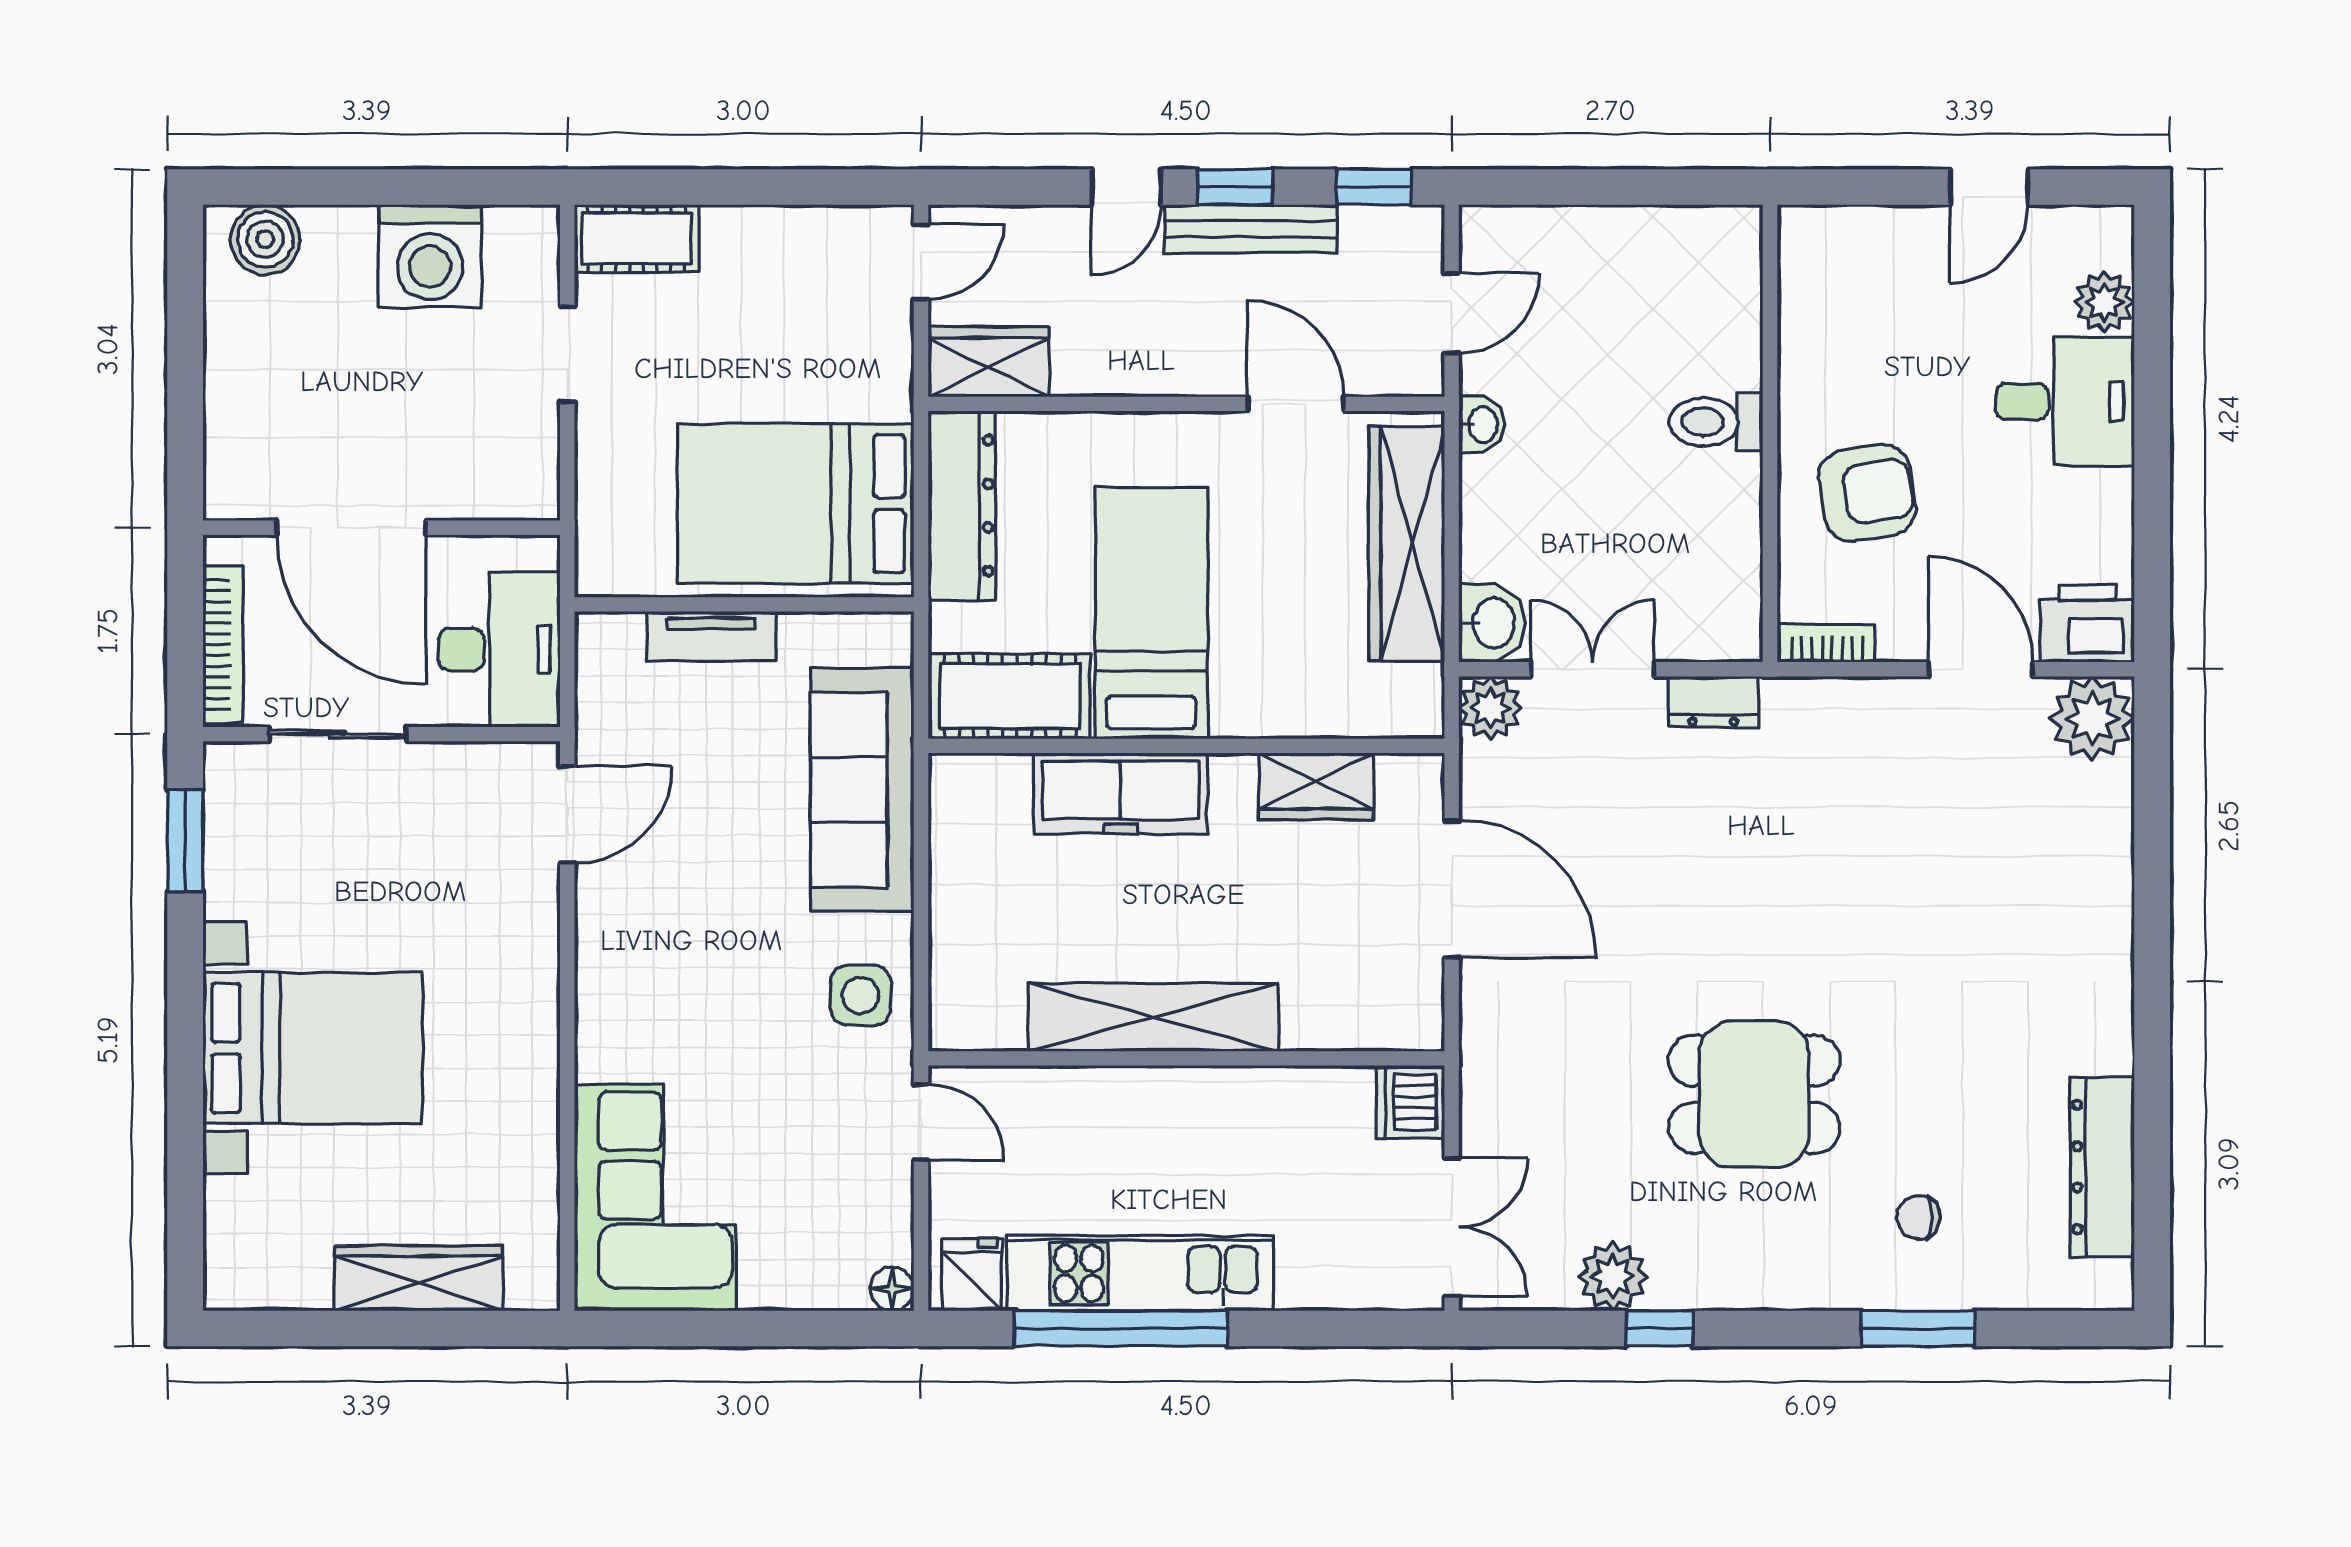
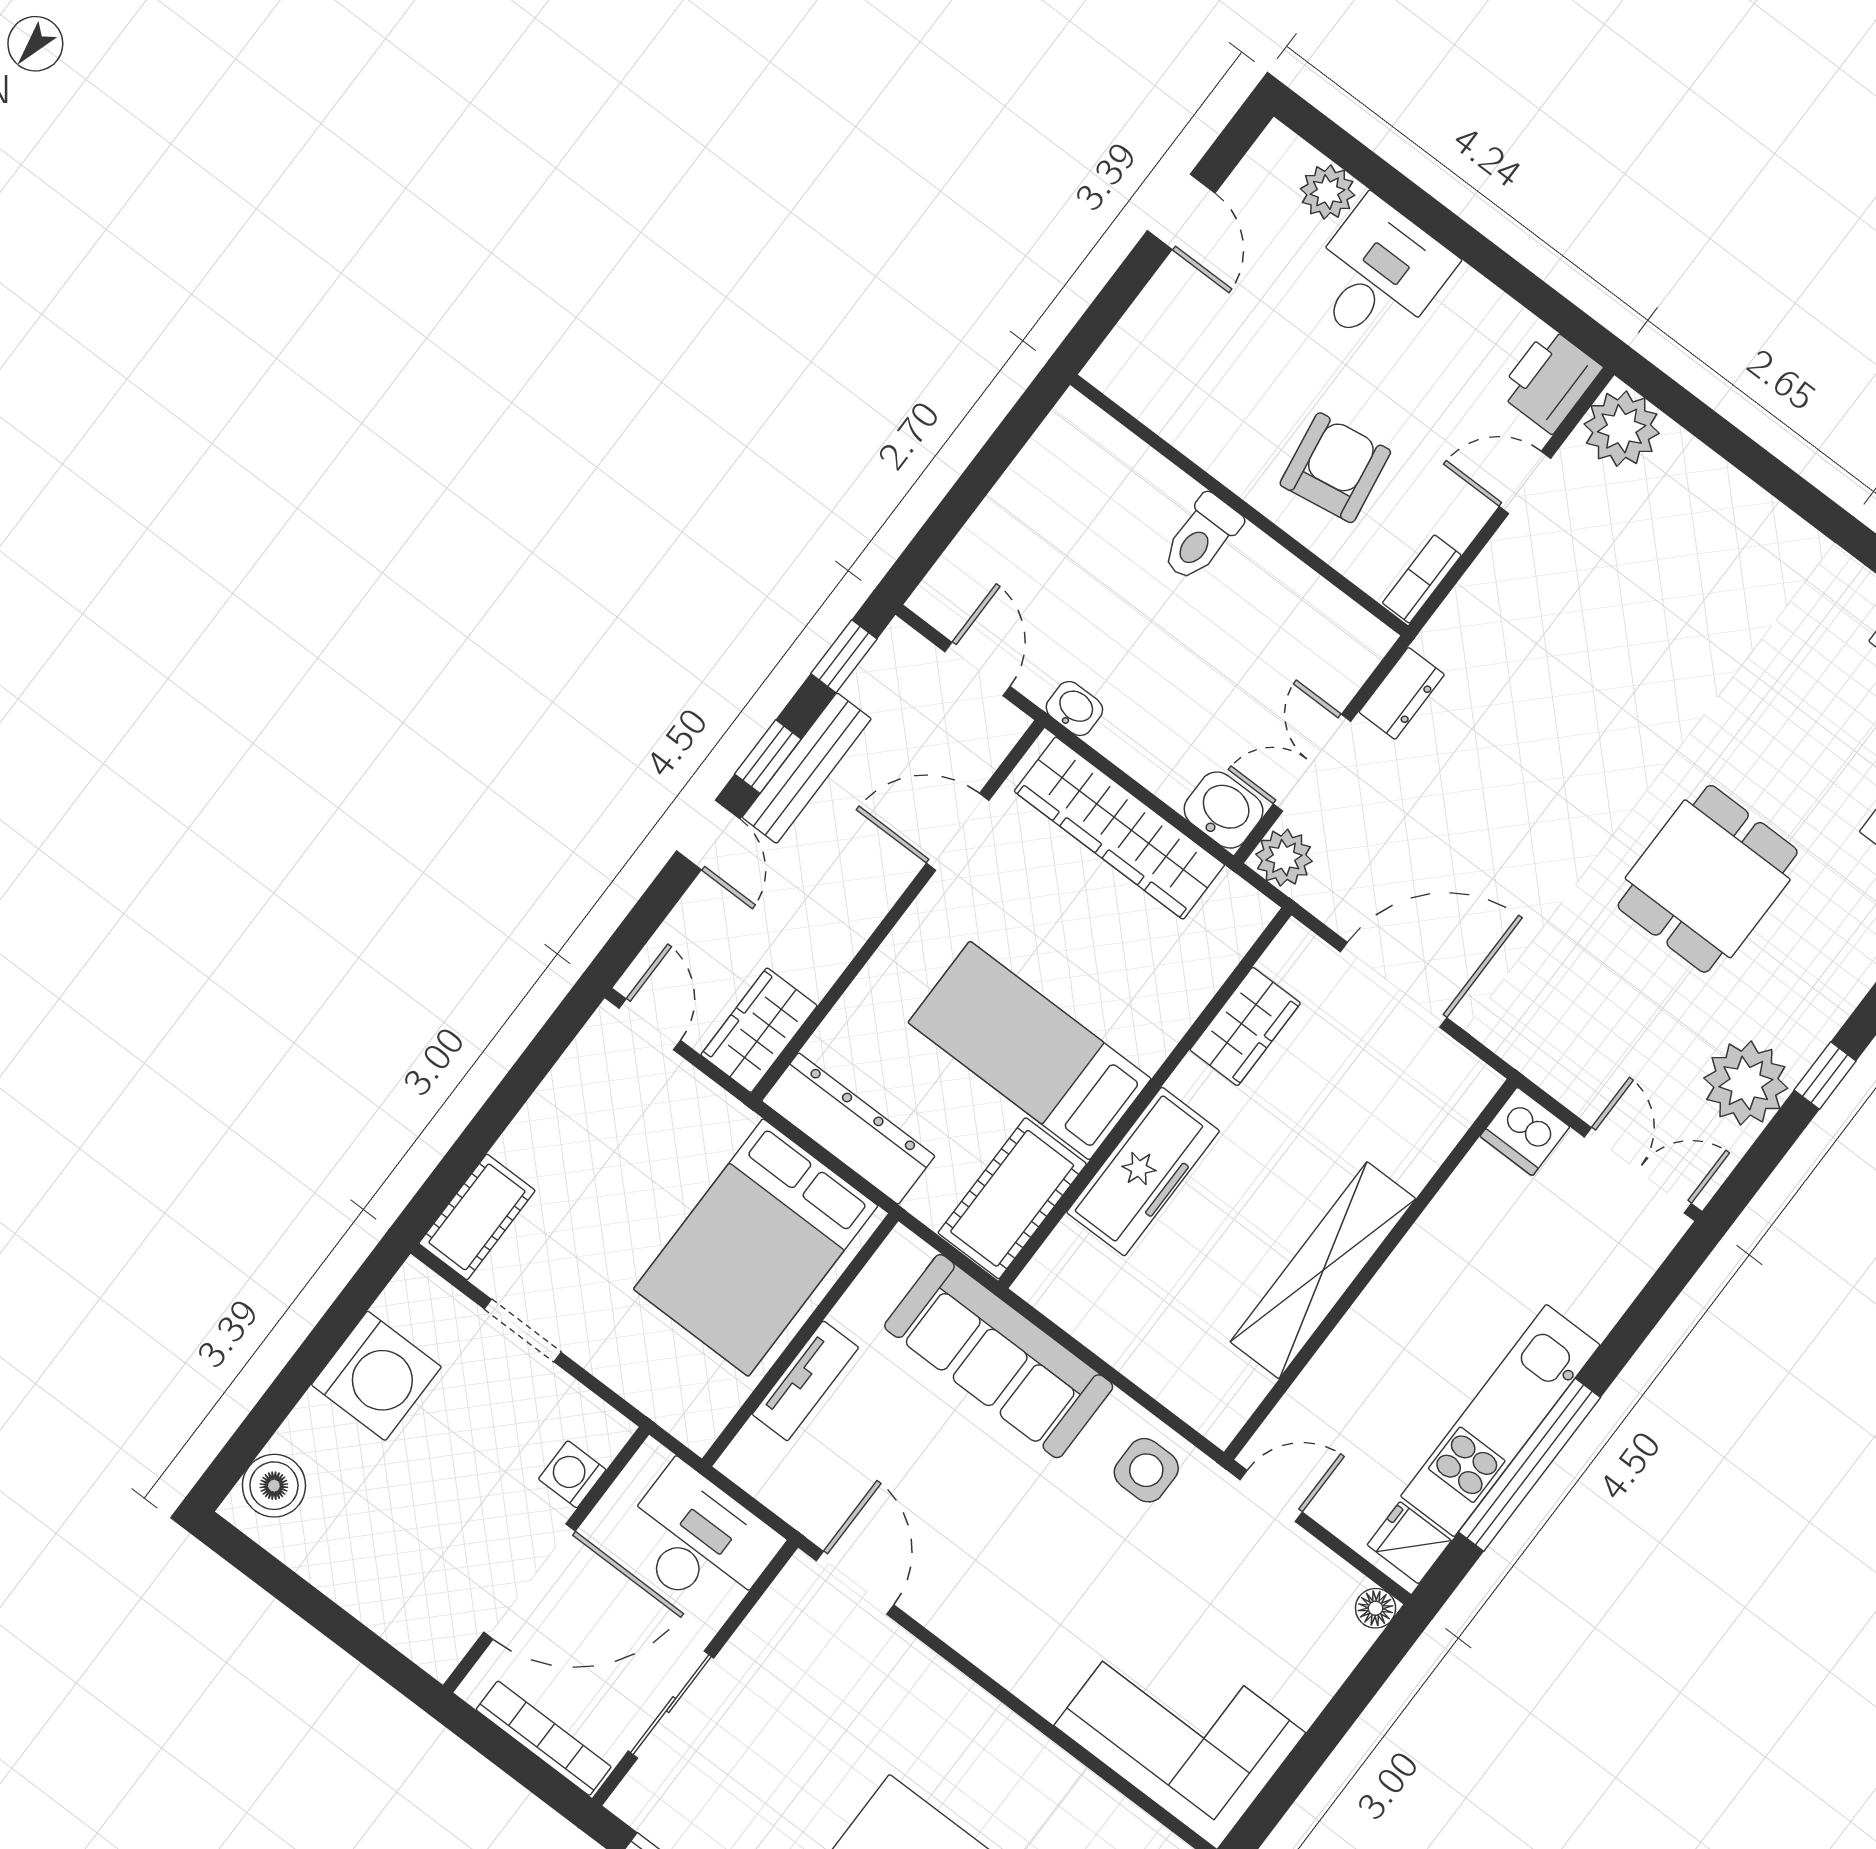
washing machine: (474, 494) -> (572, 1474), added
door: (1981, 669) -> (1525, 482), width x0.73
plant: (1613, 1276) -> (1746, 1083), width x1.36, depth x1.36

